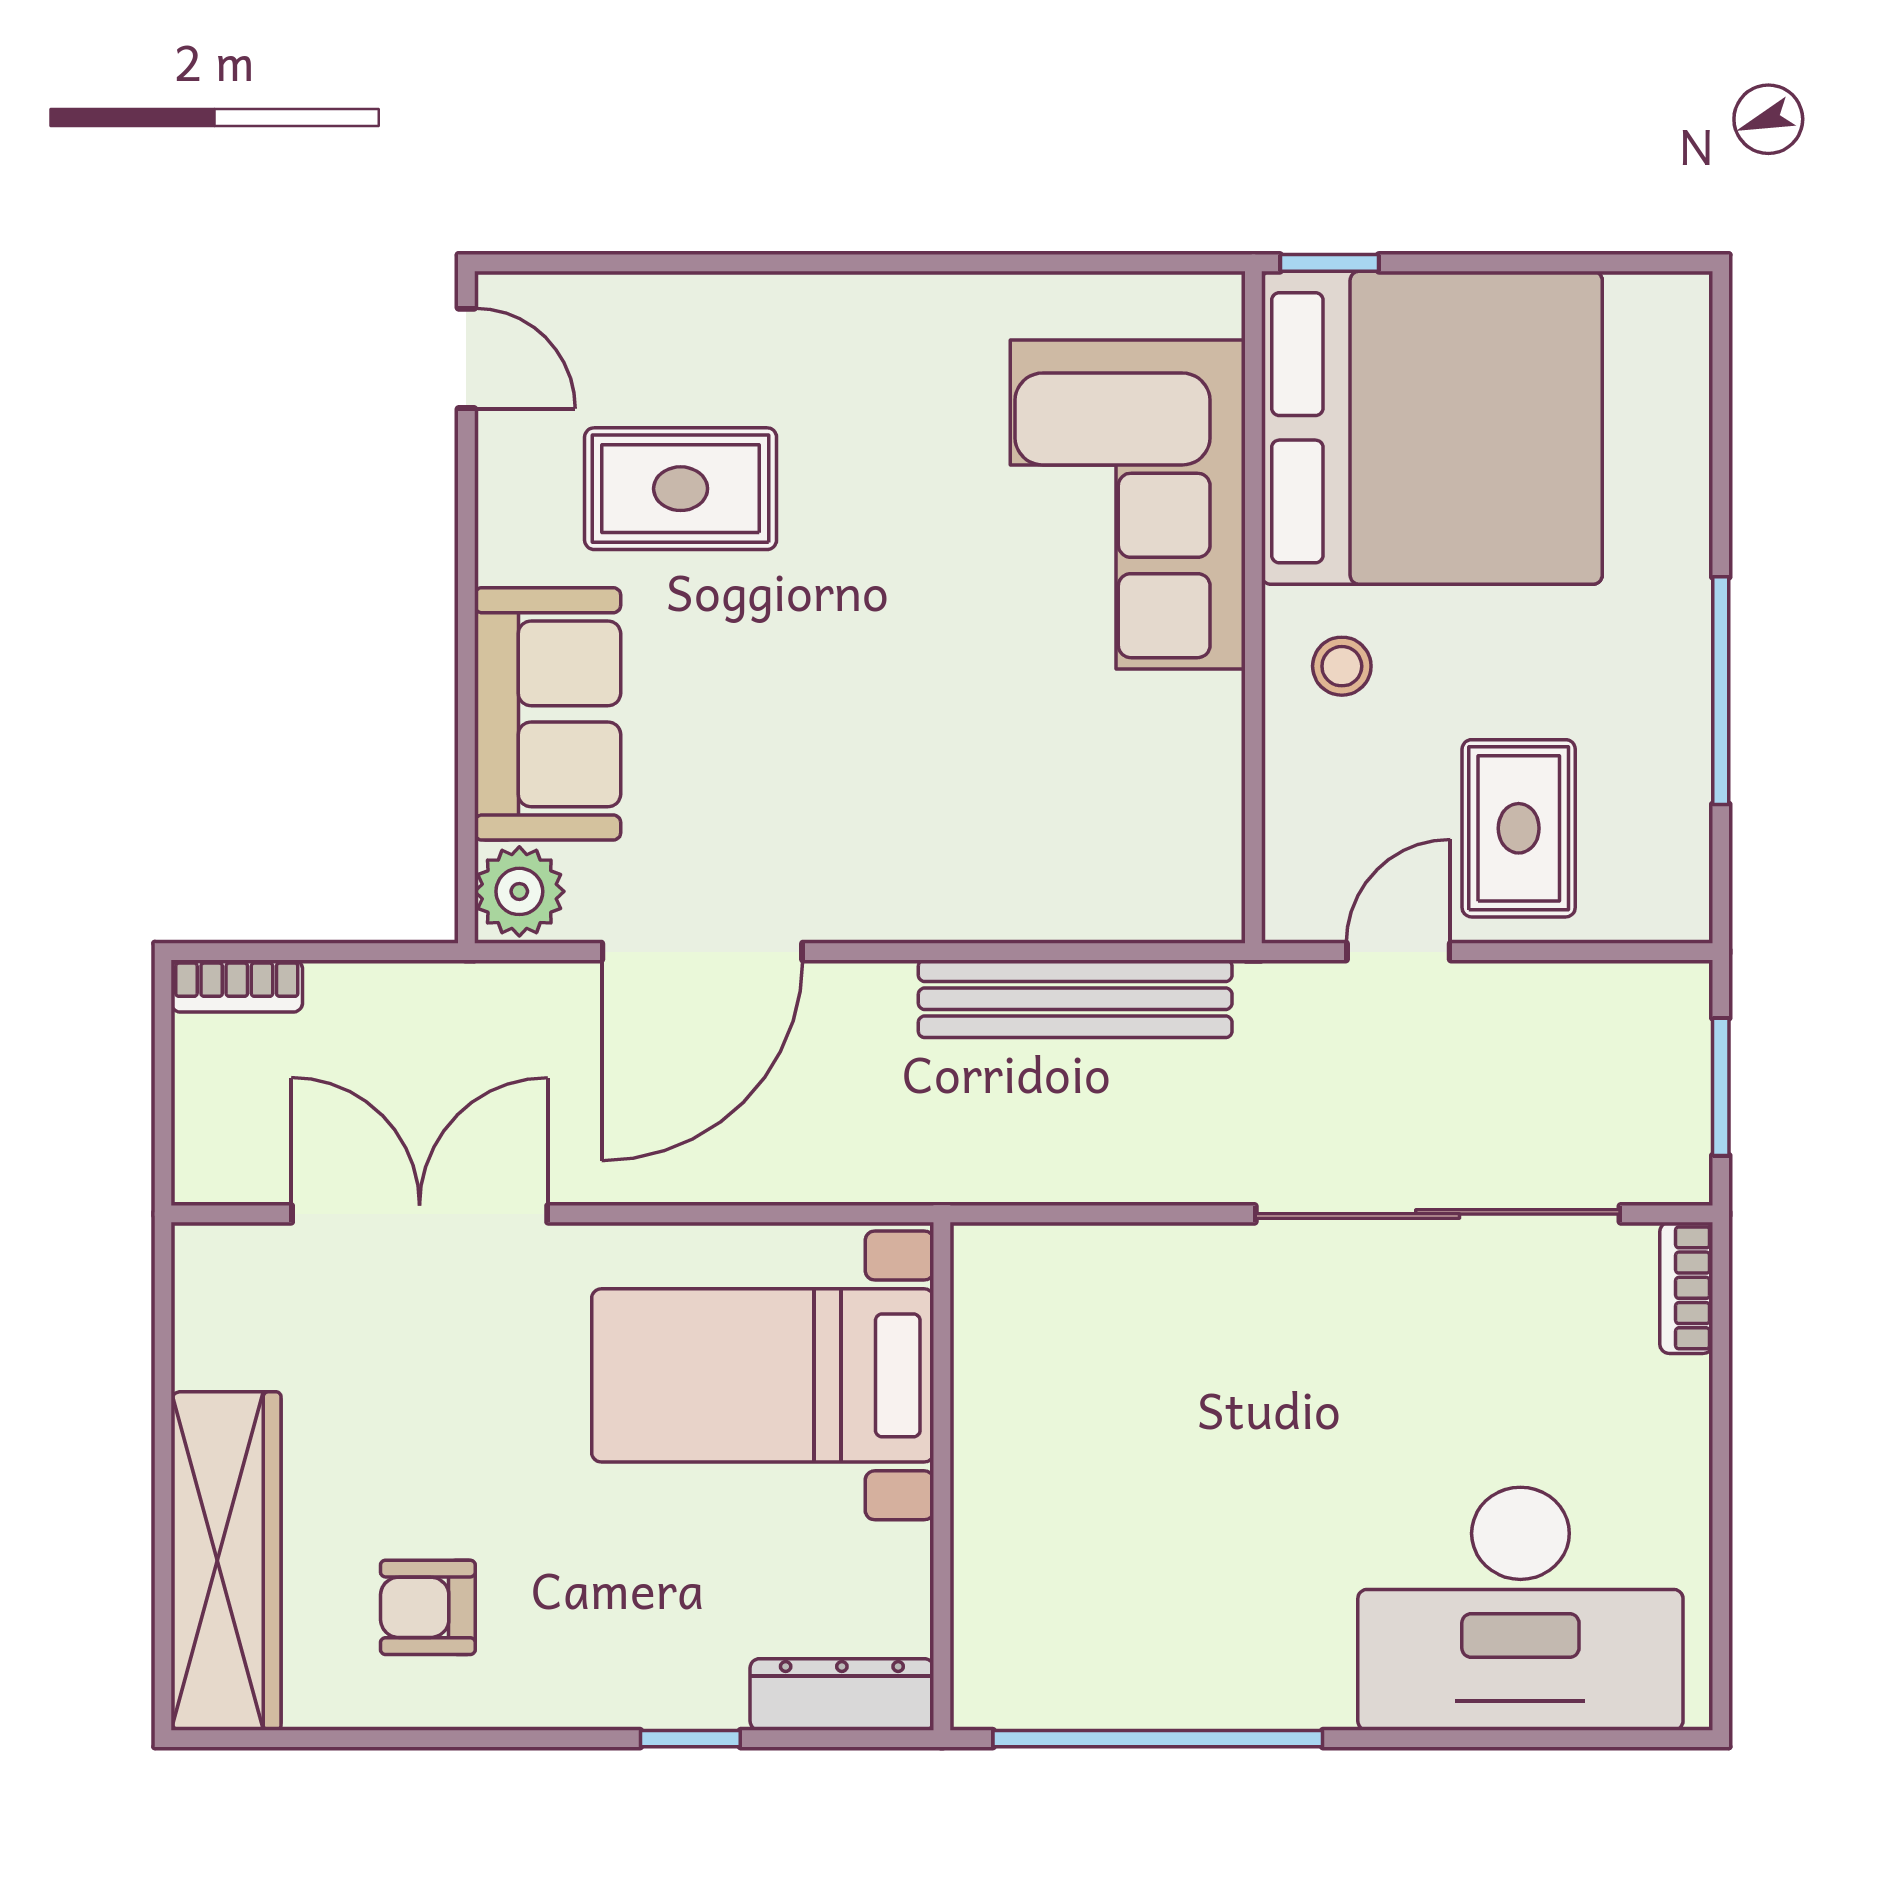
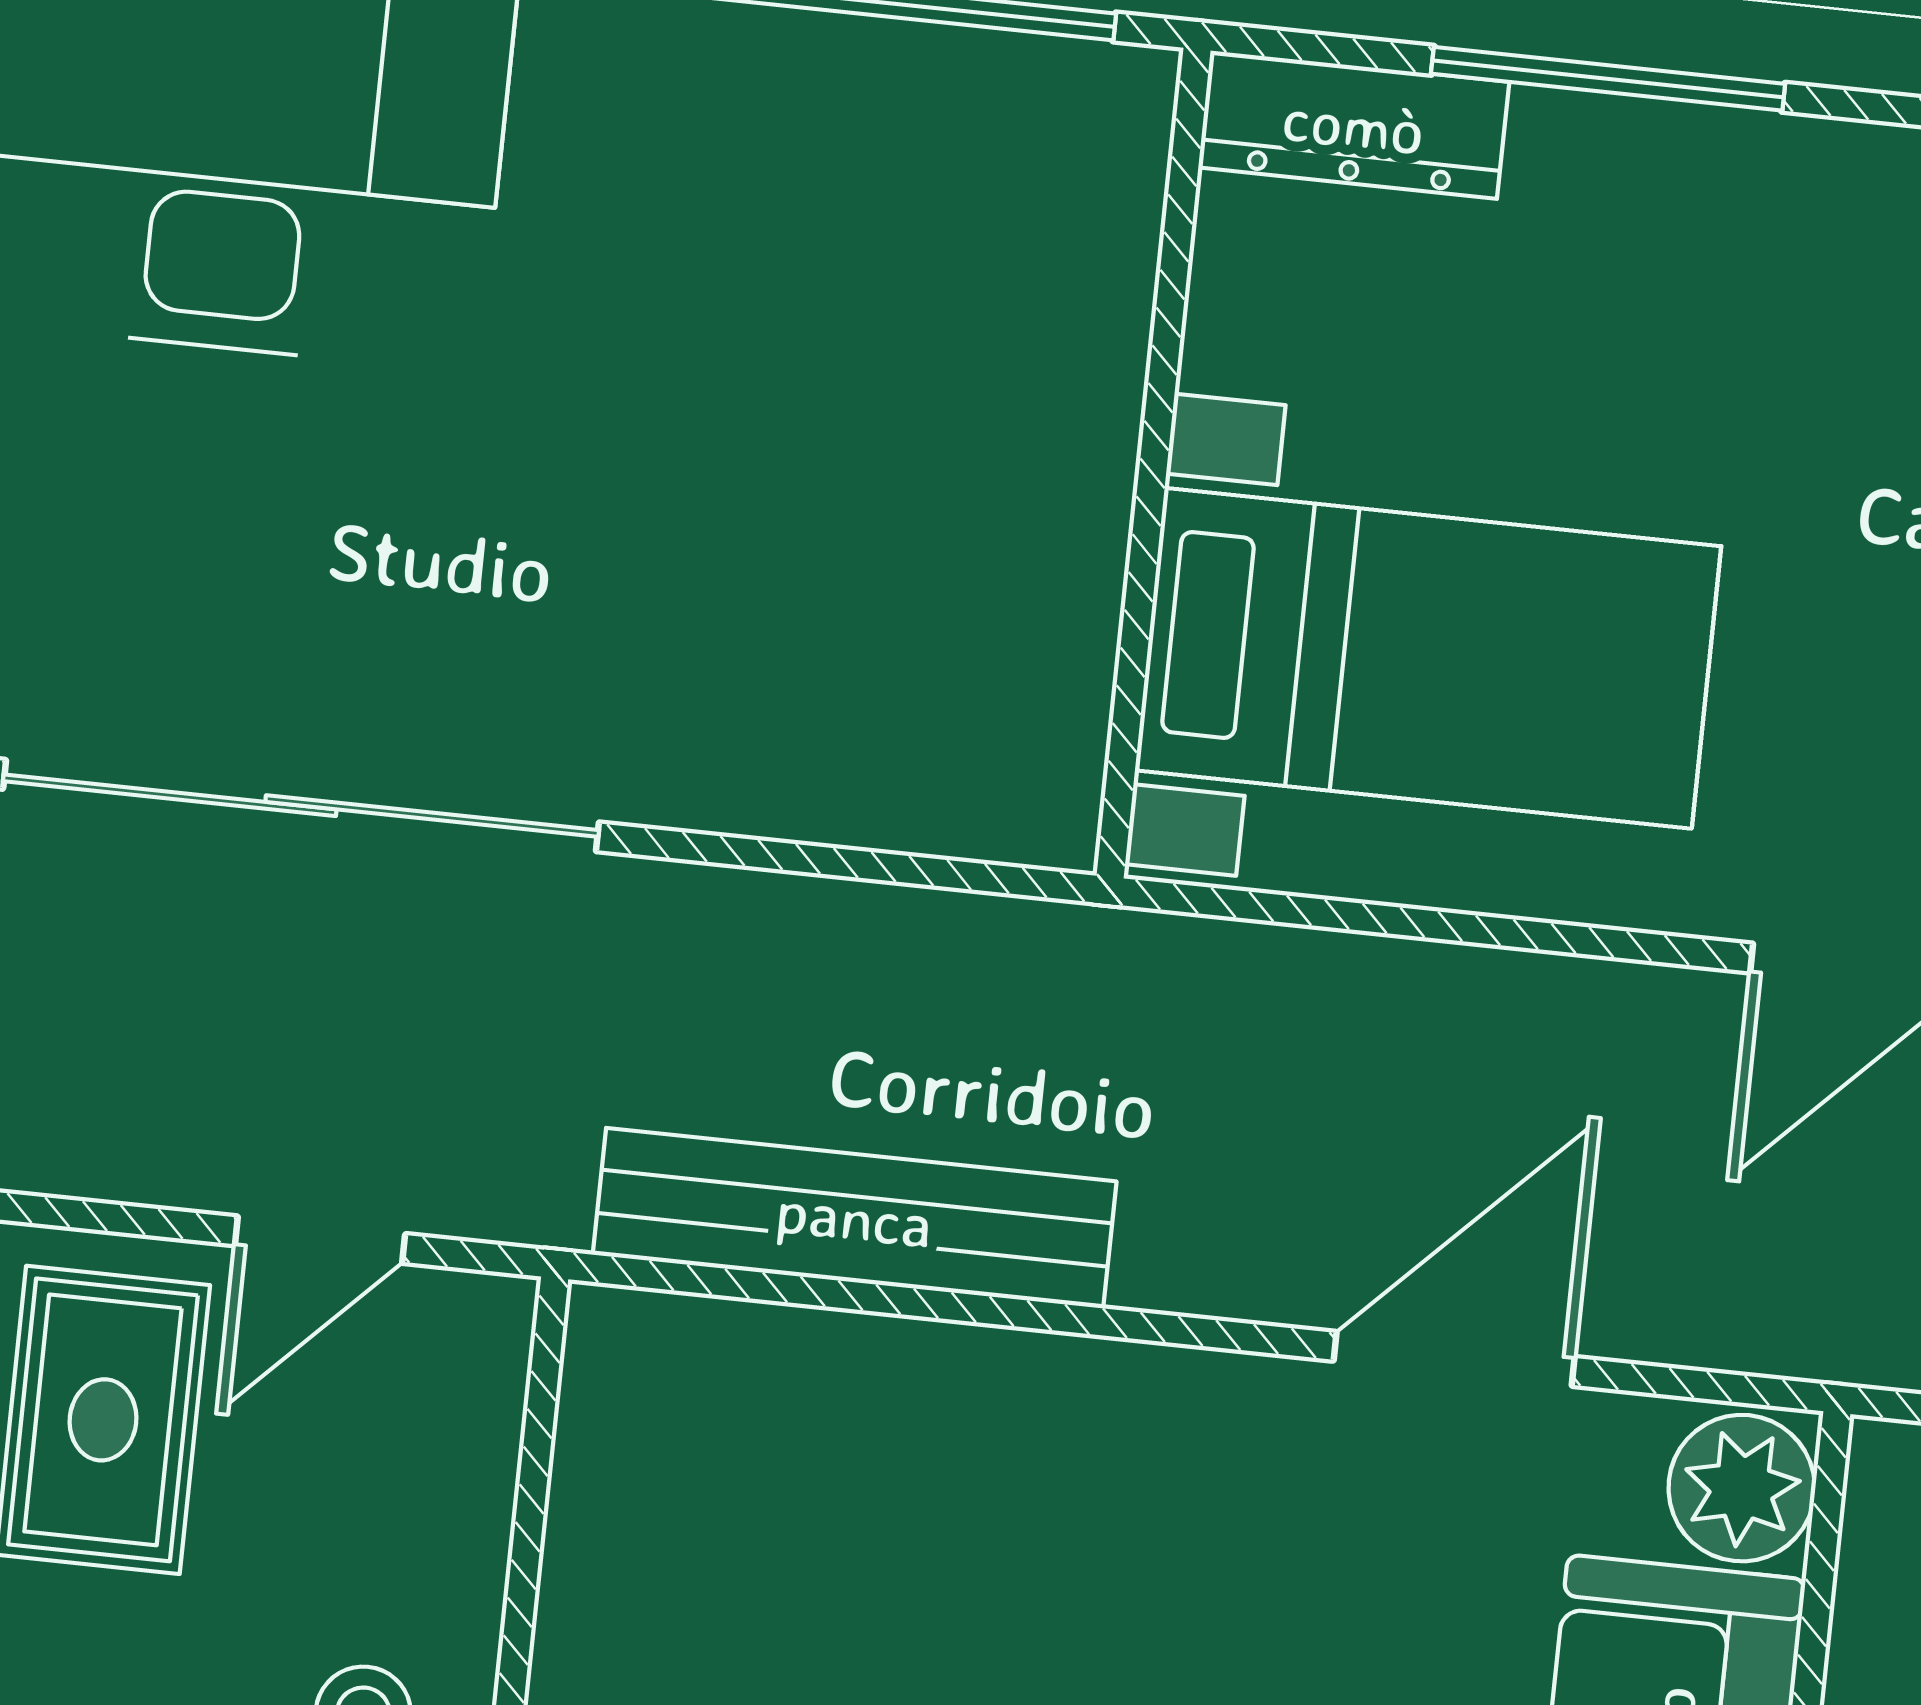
door: (702, 952) -> (1454, 1359), width x0.73
window: (690, 1739) -> (1608, 79), width x2.17

